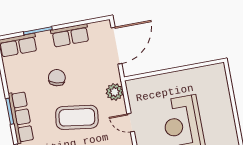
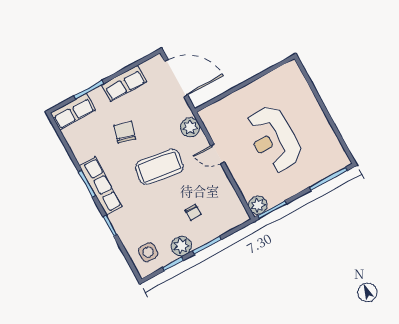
door: (116, 46) -> (176, 78), hinge flipped

